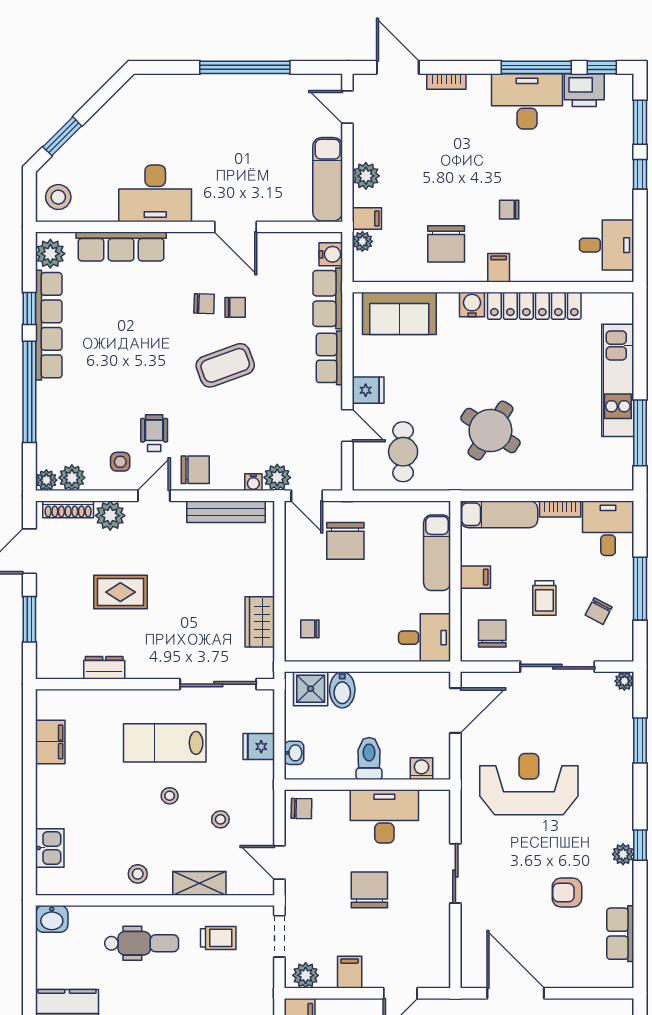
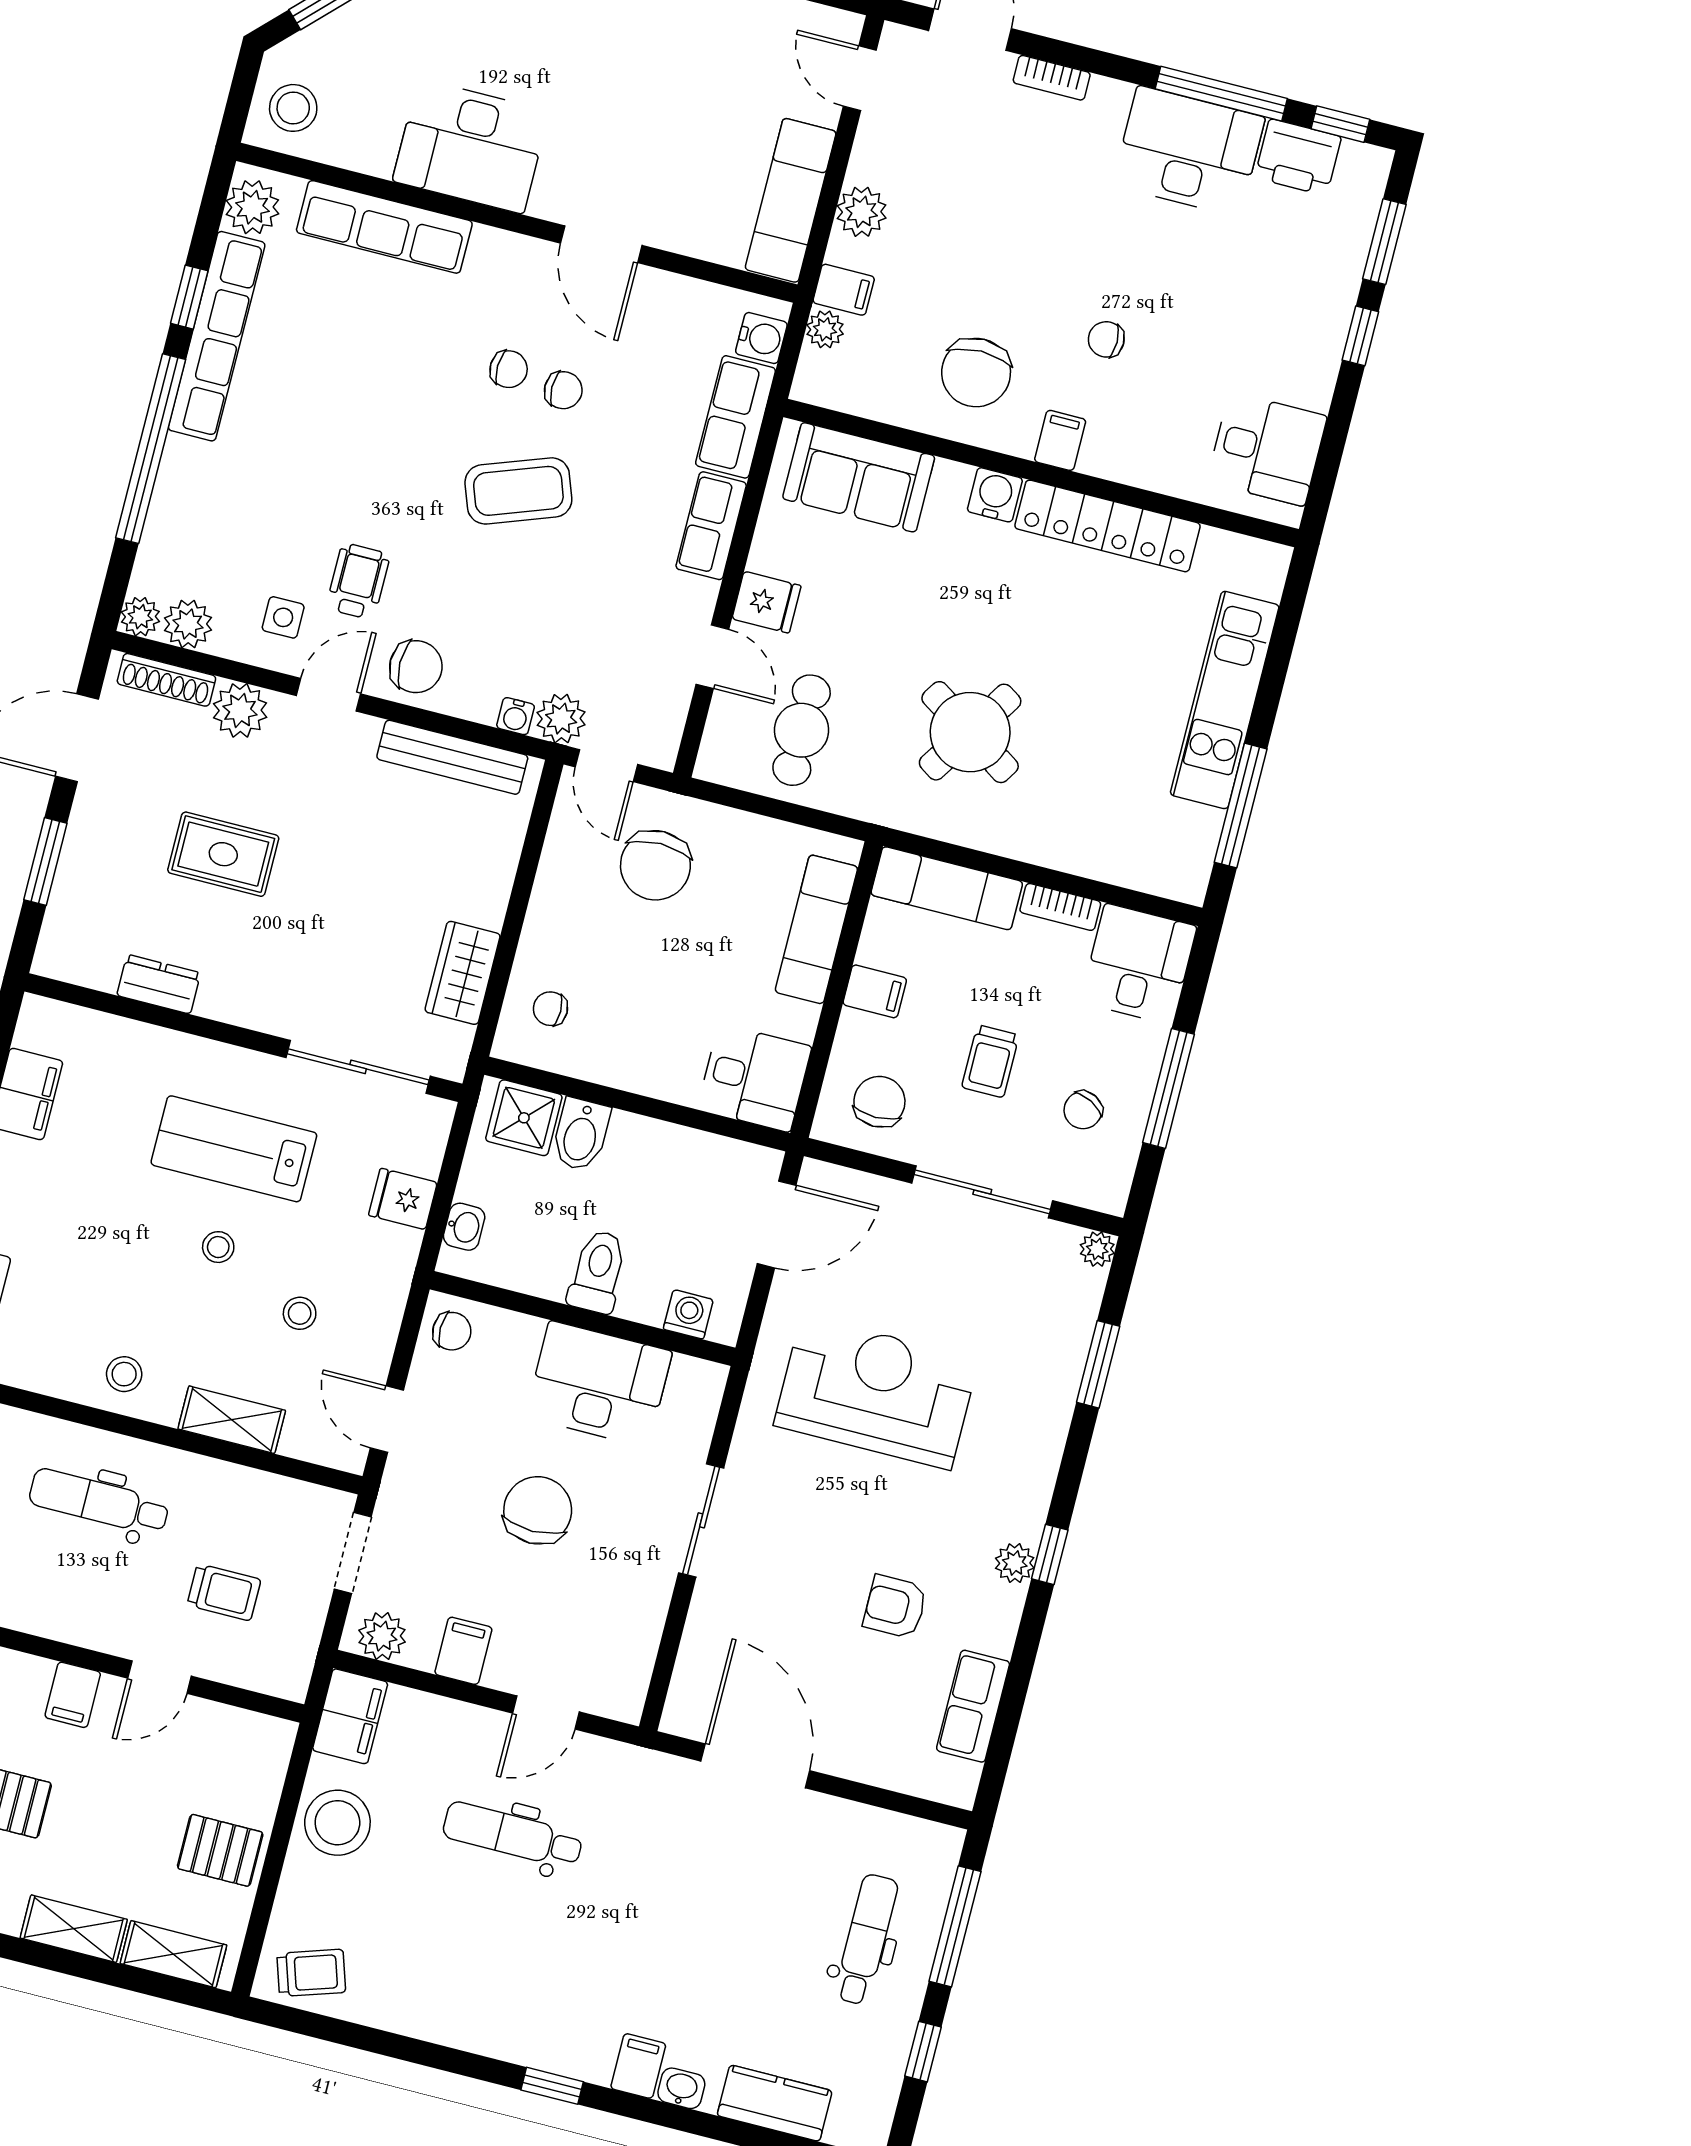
trolley: (218, 938) -> (224, 1592), moved
dental chair: (142, 943) -> (99, 1502), turned 180

